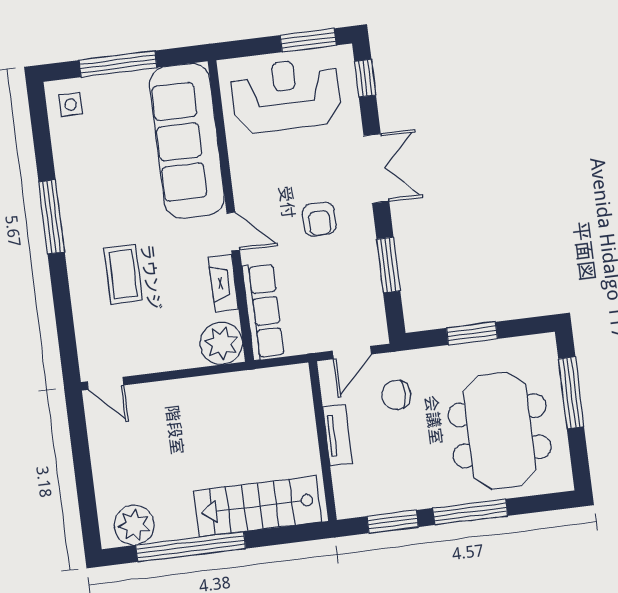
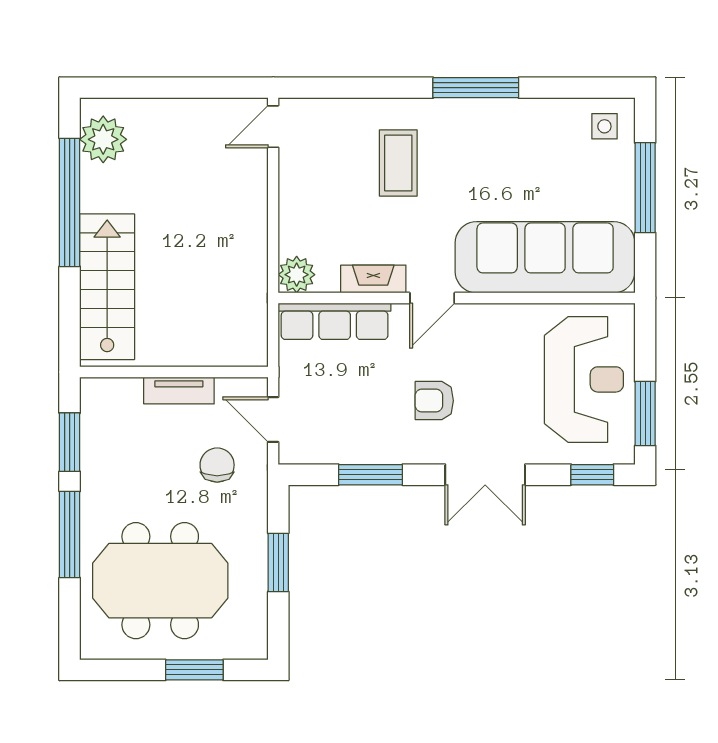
coffee table: (123, 274) -> (398, 163), turned 90
plant: (221, 343) -> (297, 275), width x0.73, depth x0.73
window: (571, 393) -> (194, 670), width x0.69

